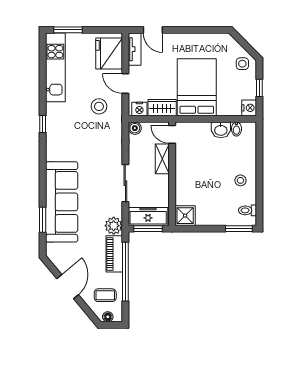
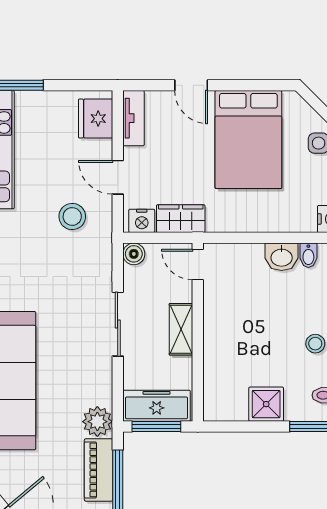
door: (153, 30) -> (191, 85), moved
fridge: (109, 53) -> (96, 119), width x0.73, depth x0.75
bed: (197, 87) -> (248, 140), moved, turned 180
shelving: (162, 159) -> (181, 329), moved
sliding door: (125, 183) -> (118, 324), moved
shower: (185, 216) -> (266, 404), moved

